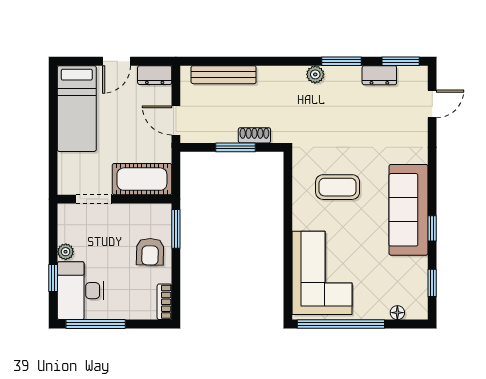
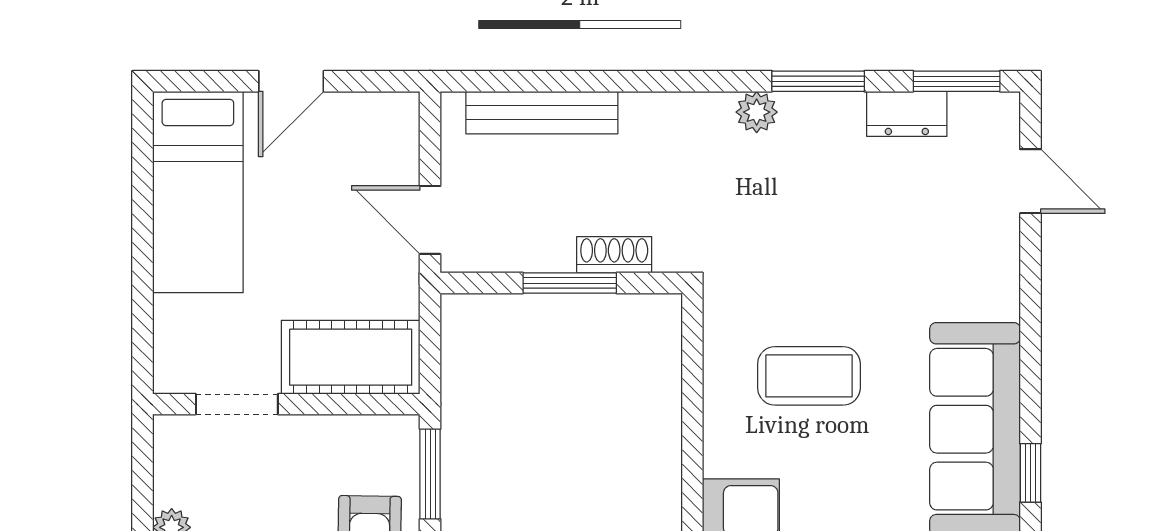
dresser: (155, 75) -> (380, 114), removed
door: (432, 104) -> (1030, 181), hinge flipped

